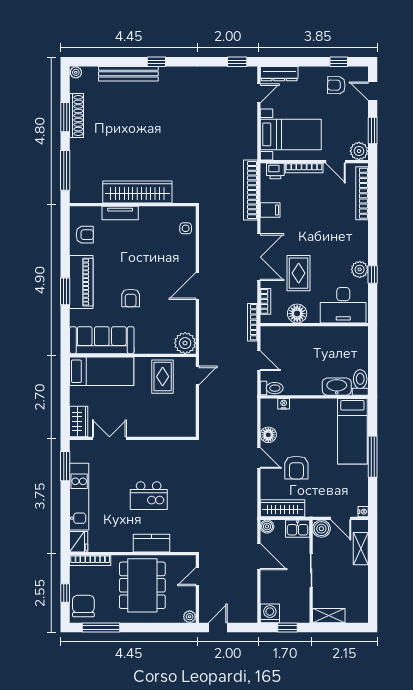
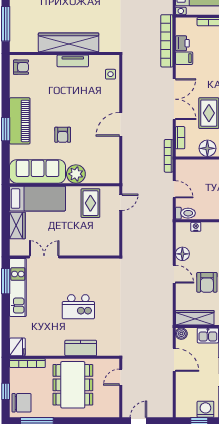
printer: (275, 171) -> (182, 43), moved, turned -90
tv unit: (120, 213) -> (73, 61), moved
armchair: (85, 235) -> (21, 67), moved
plant: (185, 343) -> (76, 174), moved
wardrobe: (79, 421) -> (17, 226), moved
kitchen unit: (79, 497) -> (18, 287), moved
chair: (83, 606) -> (22, 403), turned 90
washing machine: (270, 613) -> (205, 409), moved
plant: (190, 617) -> (114, 412), removed

